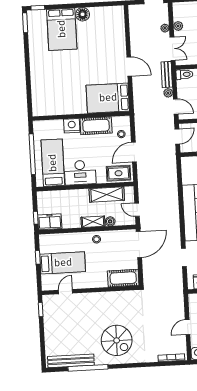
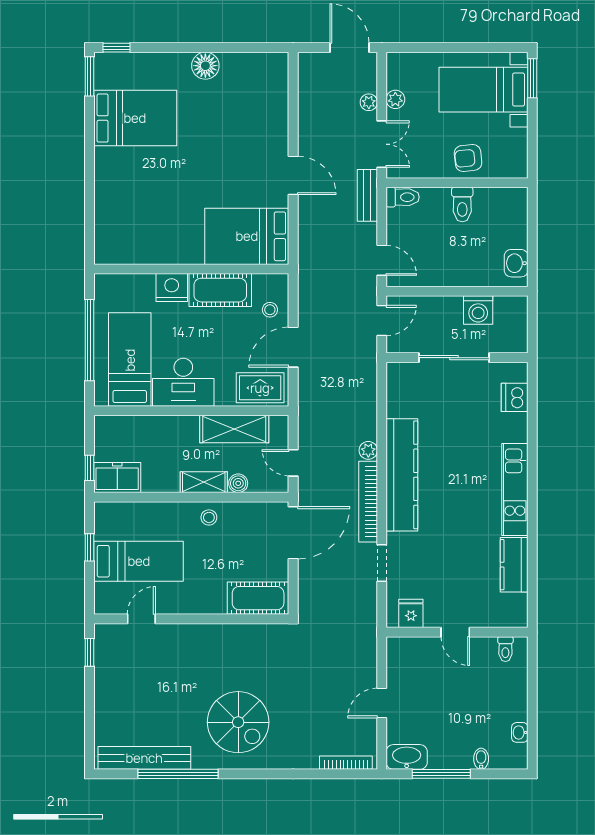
bed: (62, 29) -> (135, 118), moved, turned -90
plant: (168, 93) -> (368, 450), moved
bookcase: (175, 227) -> (368, 502), added

